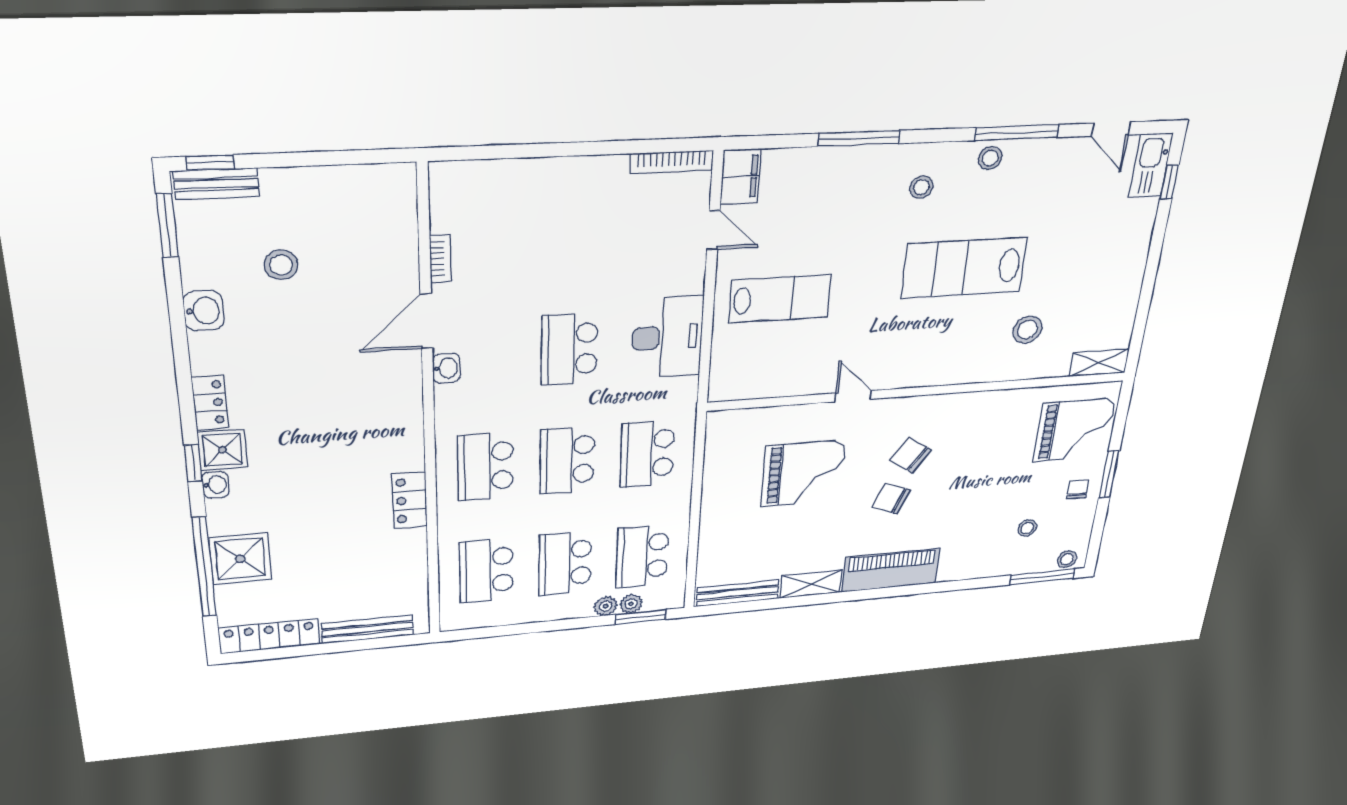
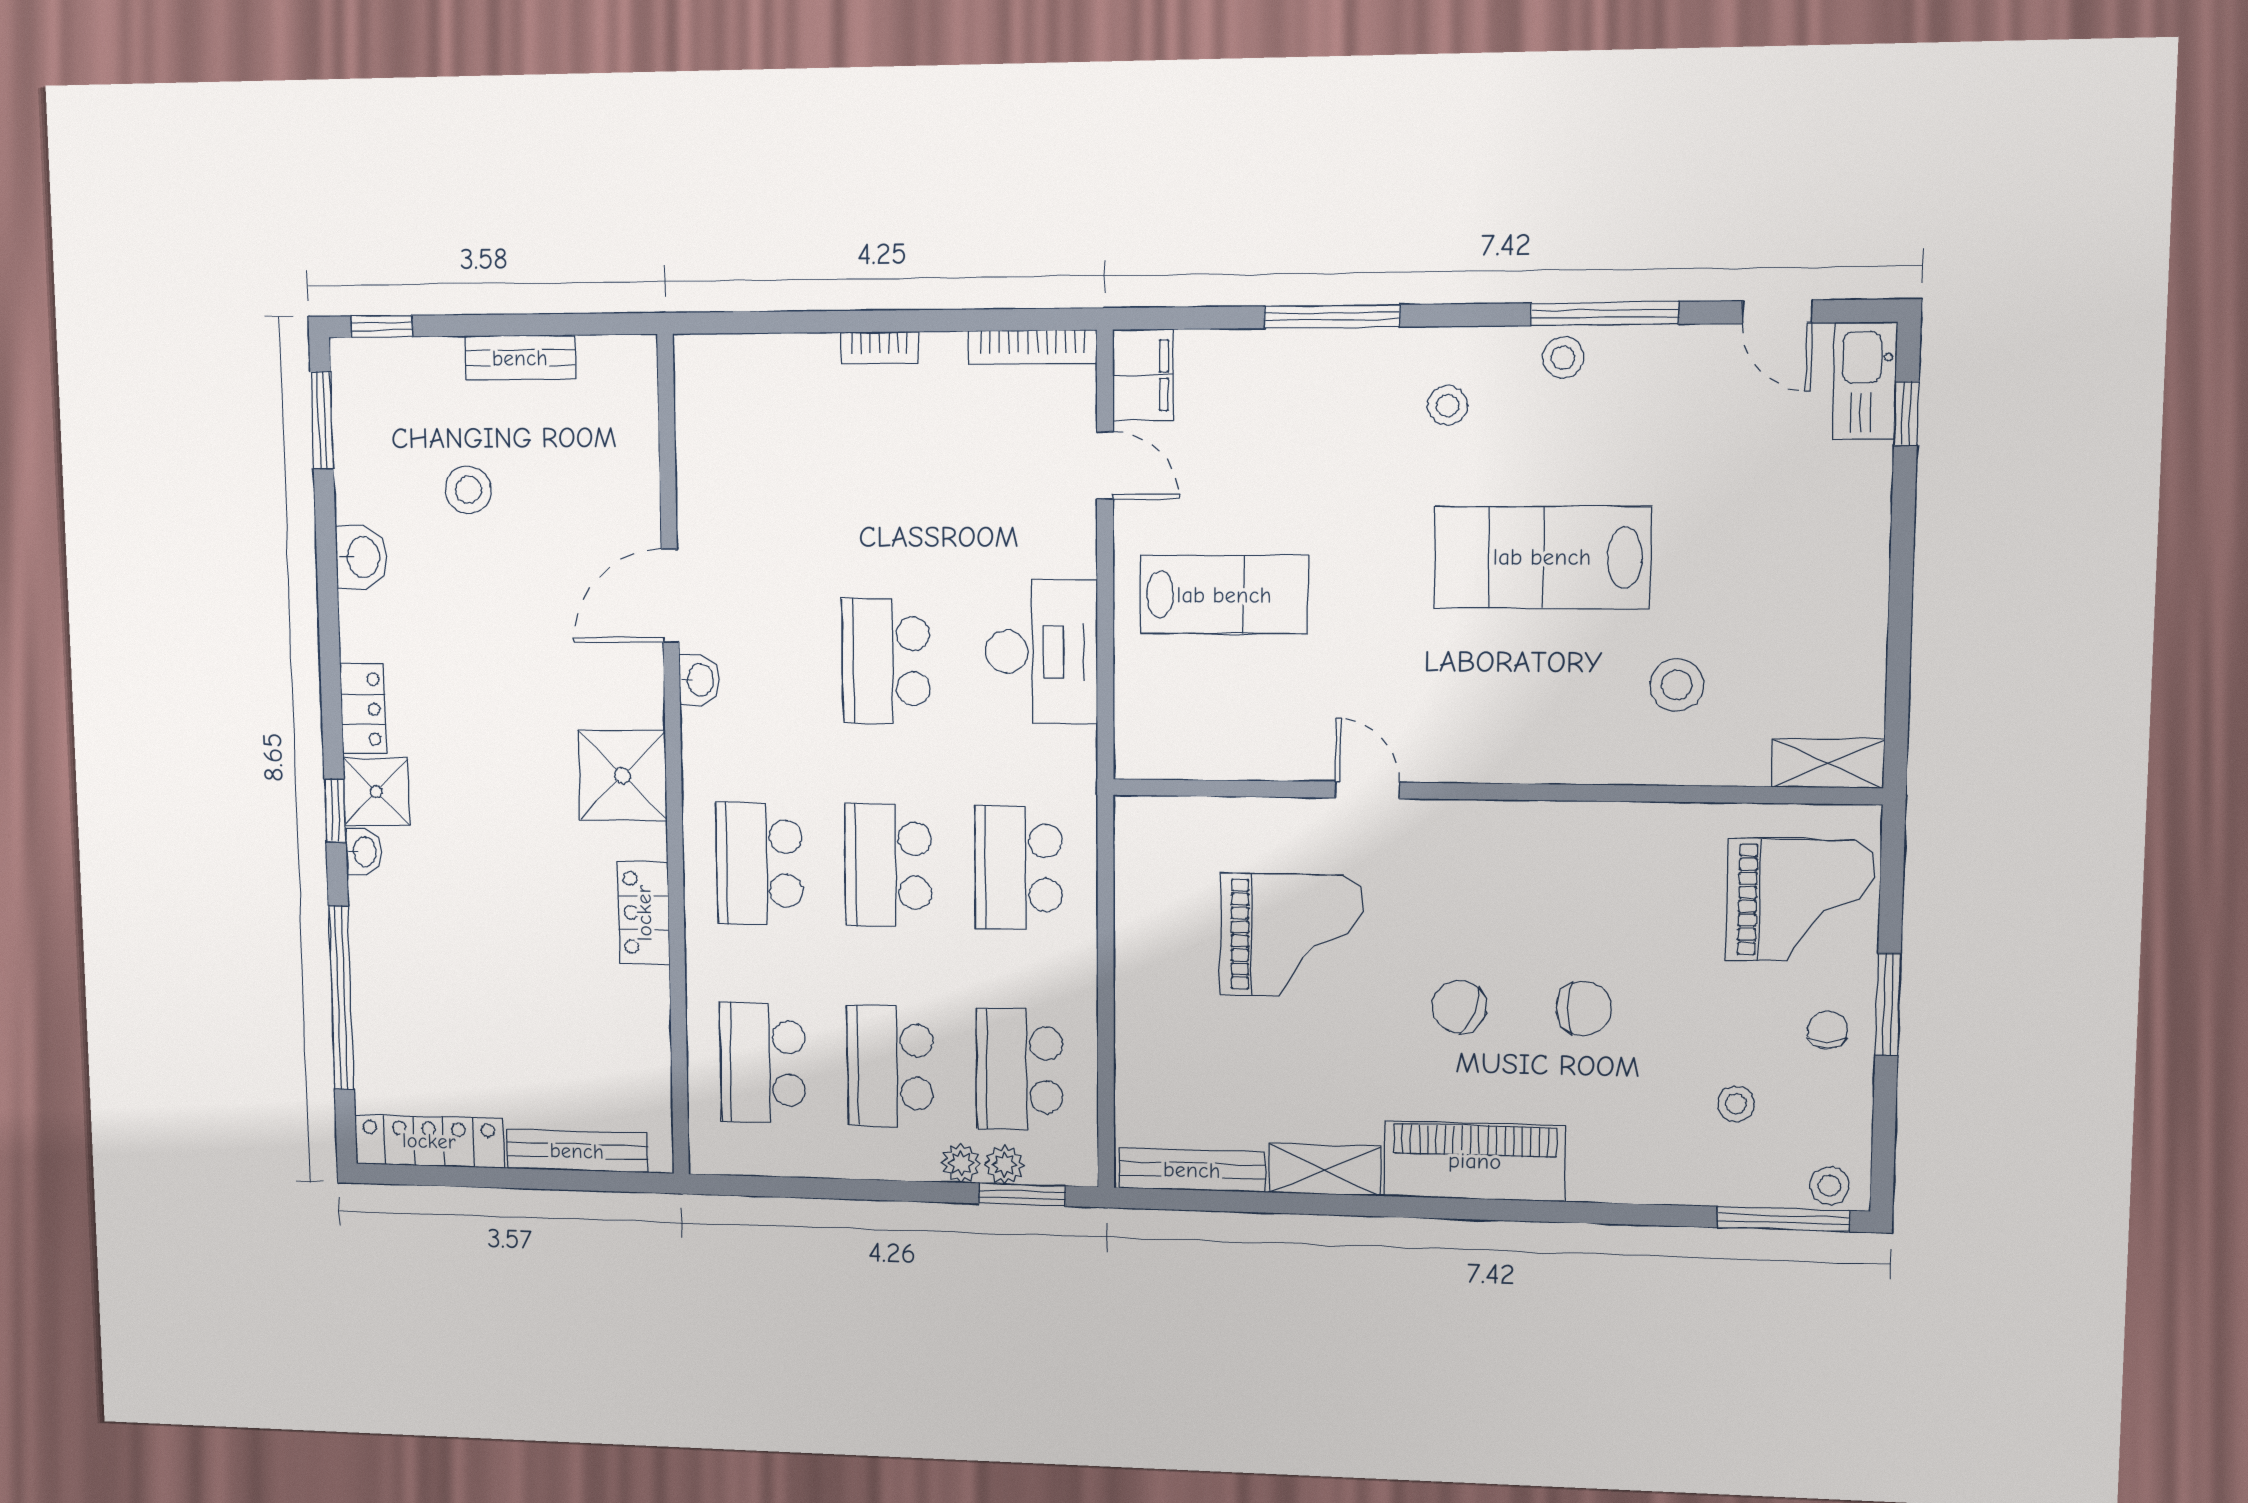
bench: (216, 184) -> (520, 358), moved
bookcase: (440, 259) -> (880, 348), moved, turned 90
chair: (911, 455) -> (1584, 1008), moved, turned 146
shower: (240, 559) -> (623, 776), moved

